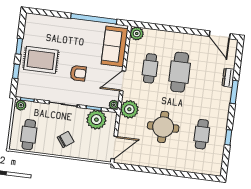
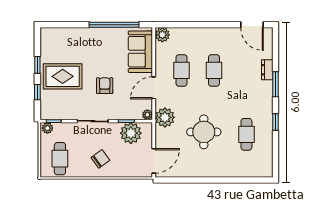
cafe table: (180, 72) -> (214, 70), width x0.73, depth x0.74
armchair: (78, 73) -> (105, 86), turned -90
window: (228, 137) -> (276, 122), moved

